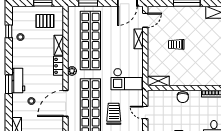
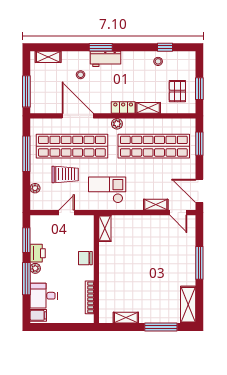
trolley: (176, 44) -> (149, 250), removed
checkout: (126, 79) -> (107, 190), turned 90

